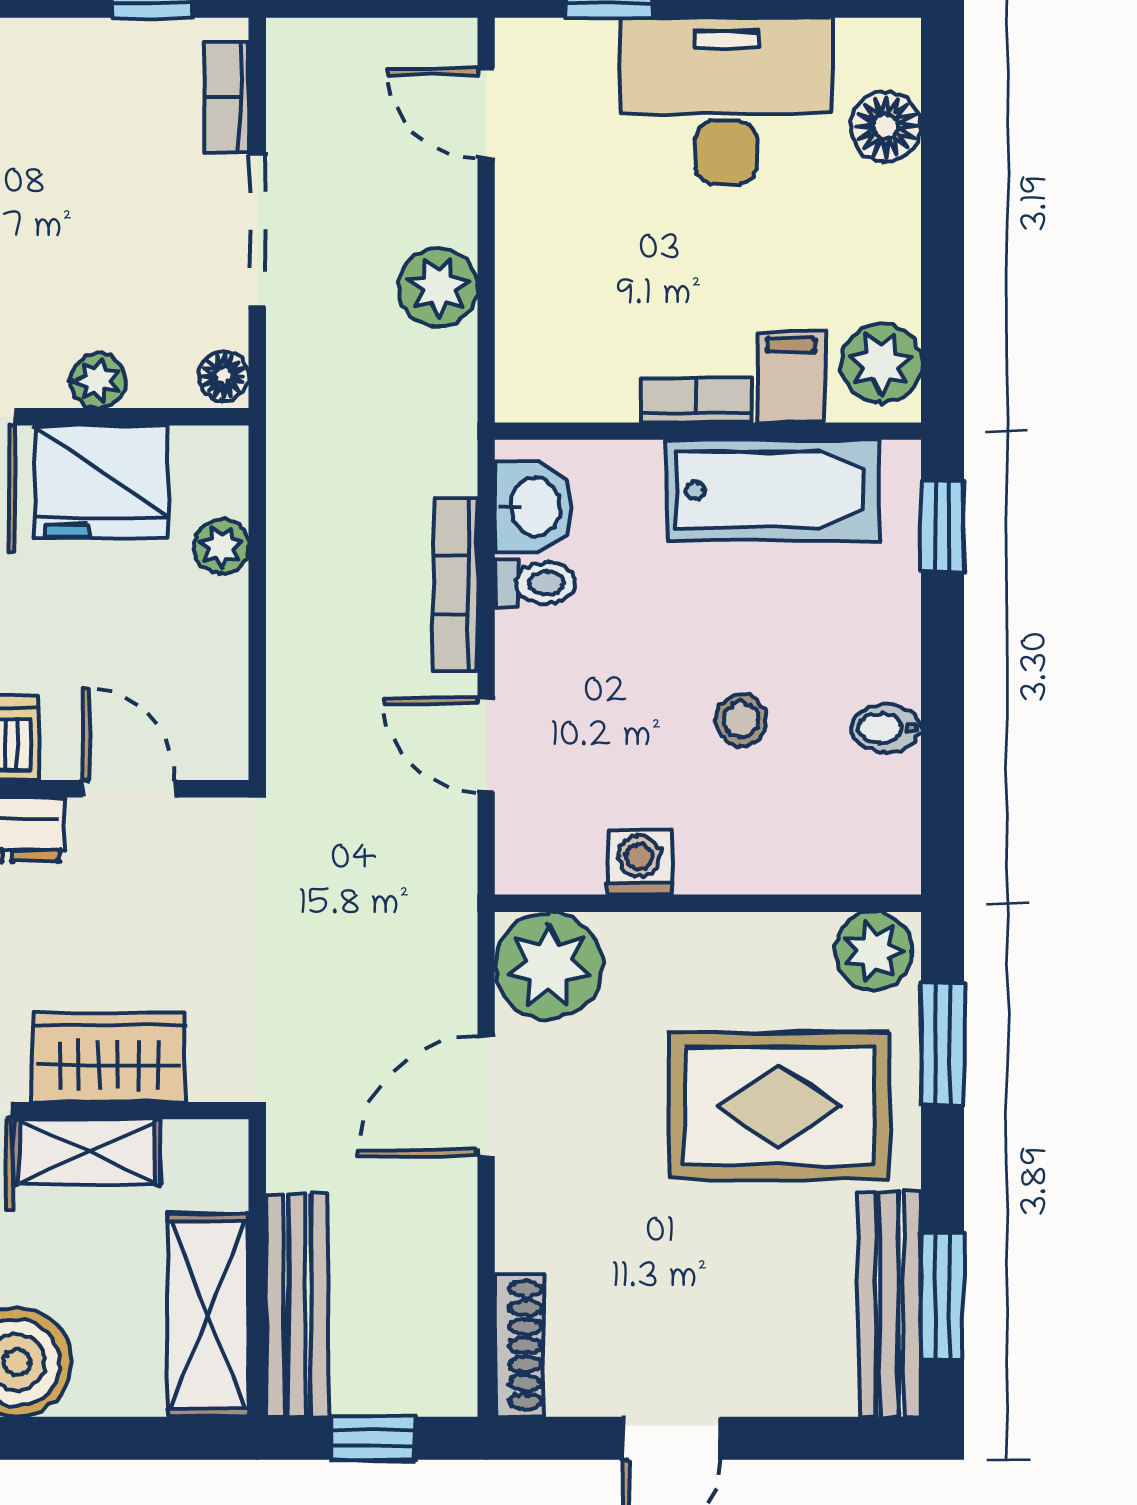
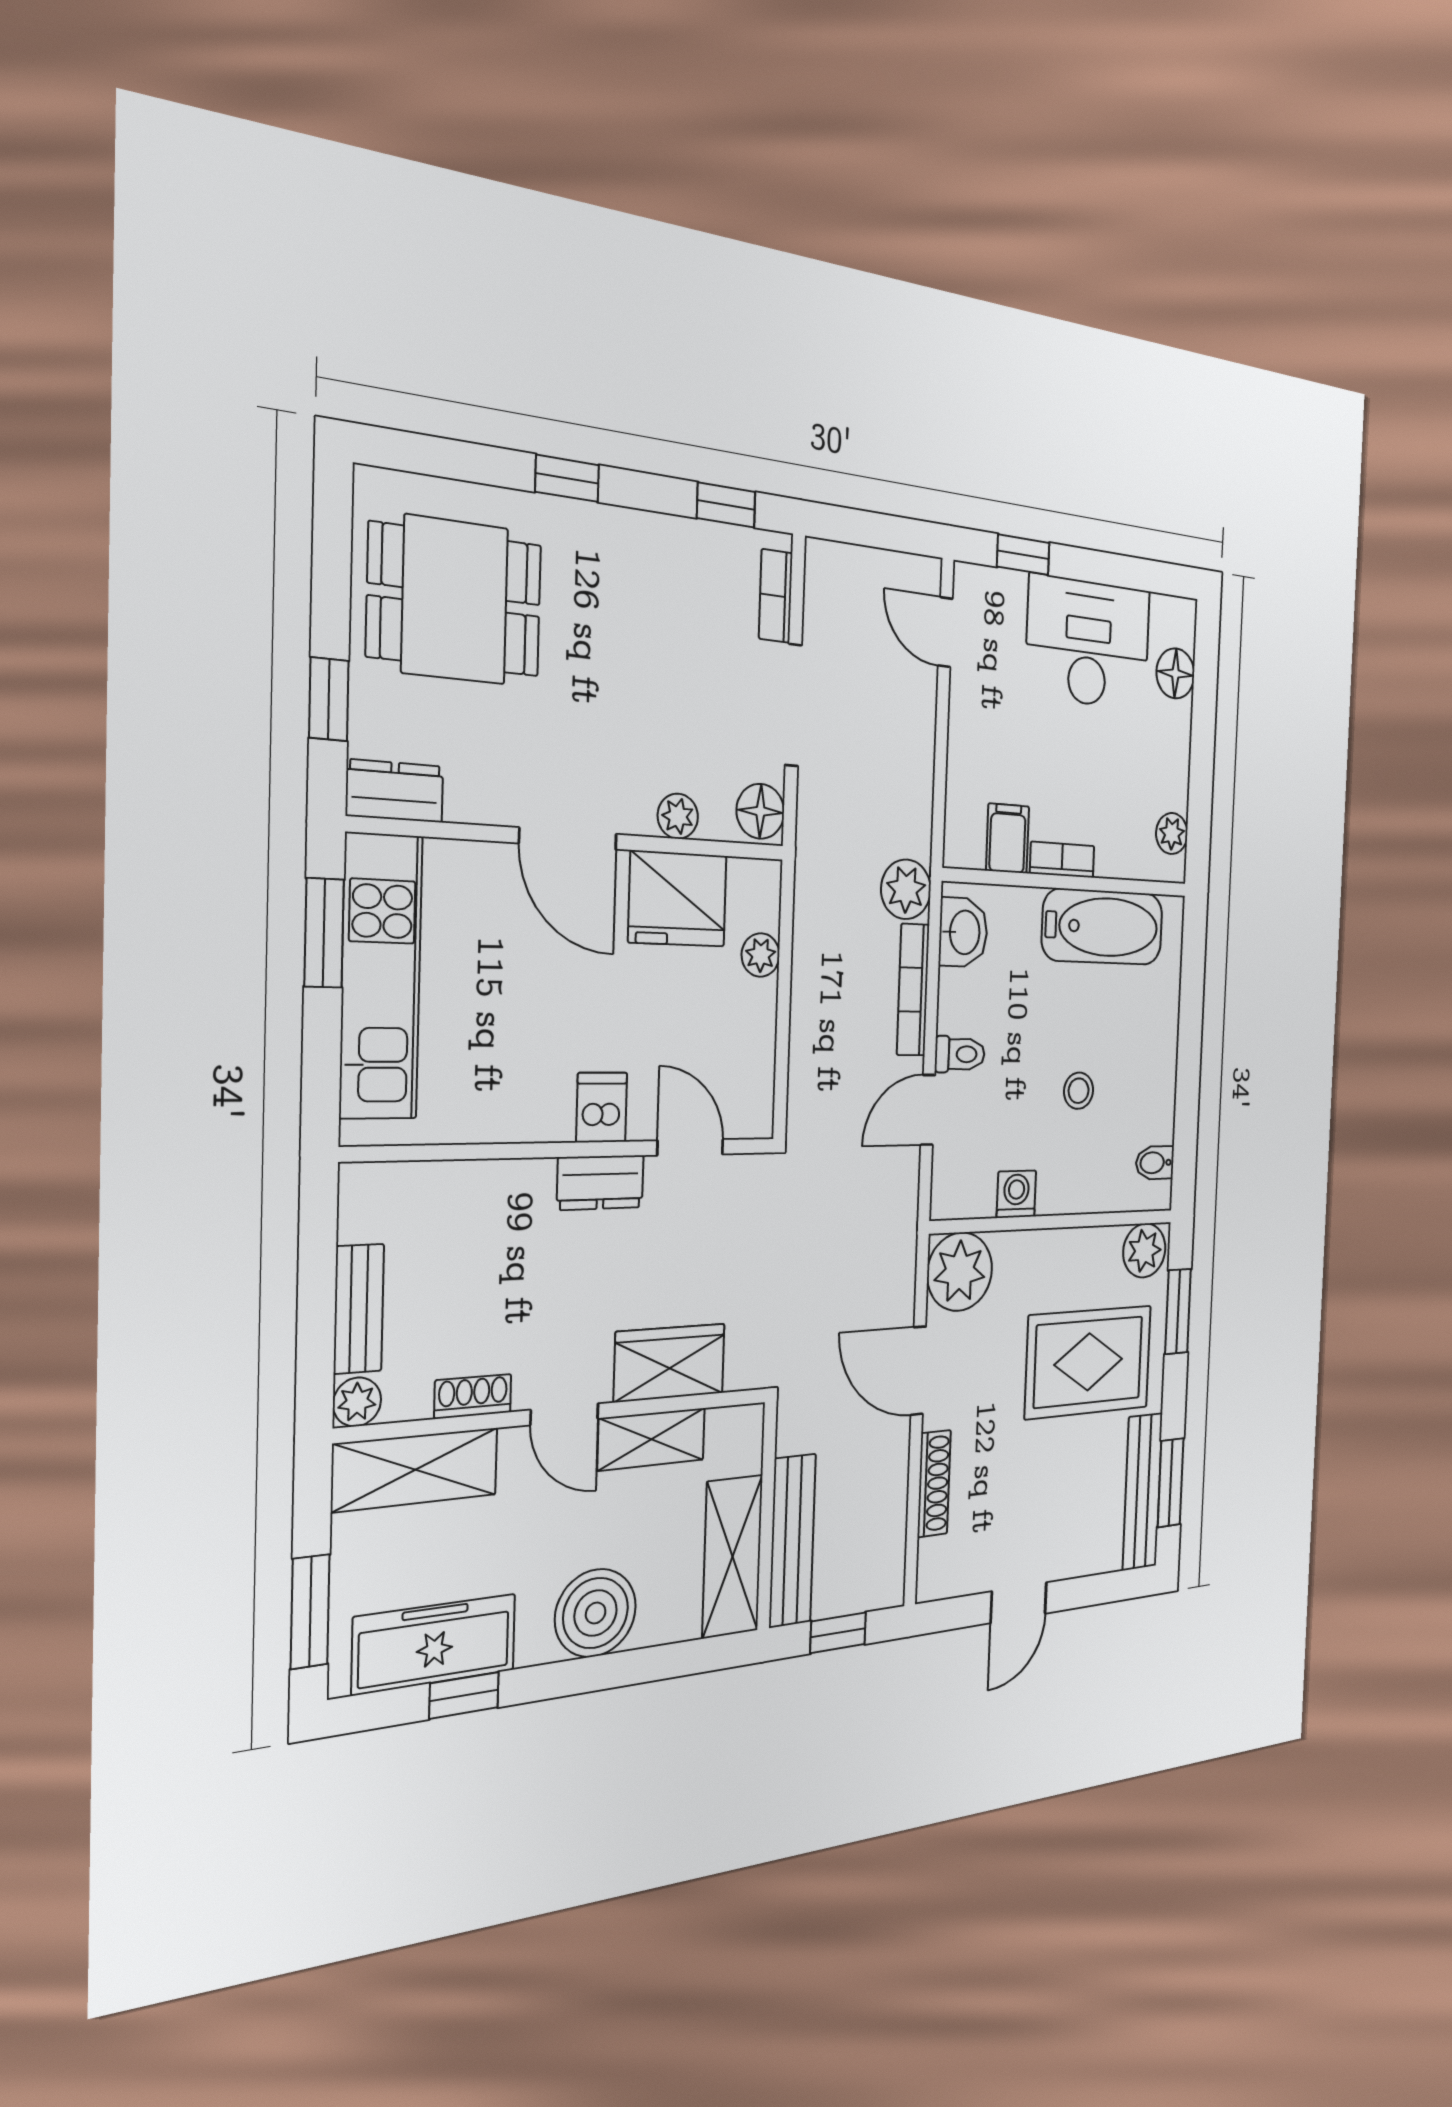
plant: (438, 287) -> (906, 889), moved
plant: (881, 363) -> (1172, 834), width x0.73, depth x0.73
floor lamp: (224, 376) -> (760, 811), width x1.37, depth x1.37
filing cabinet: (791, 377) -> (1008, 838), moved
window: (942, 527) -> (1193, 957), removed
toilet: (535, 583) -> (960, 1054), moved
bidet: (886, 728) -> (1155, 1163), moved
door: (486, 745) -> (928, 1110), hinge flipped
door: (486, 1096) -> (918, 1371), hinge flipped
shoe rack: (519, 1345) -> (934, 1484), moved

